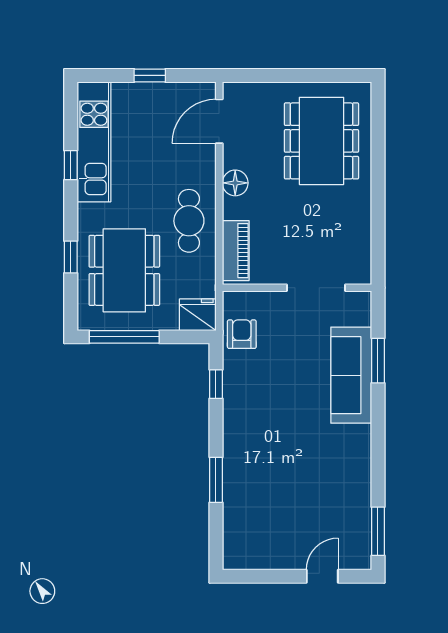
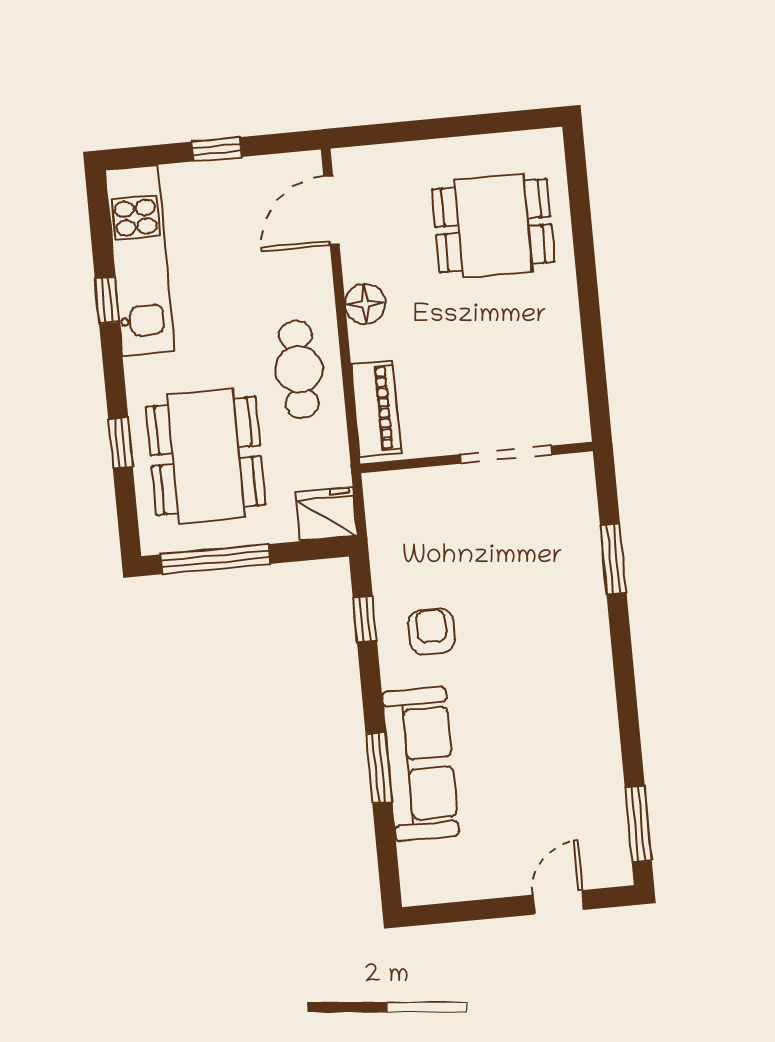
dining table: (321, 141) -> (493, 226), width x0.73
armchair: (242, 334) -> (432, 631), moved
sofa: (351, 375) -> (421, 764), moved, turned 180

